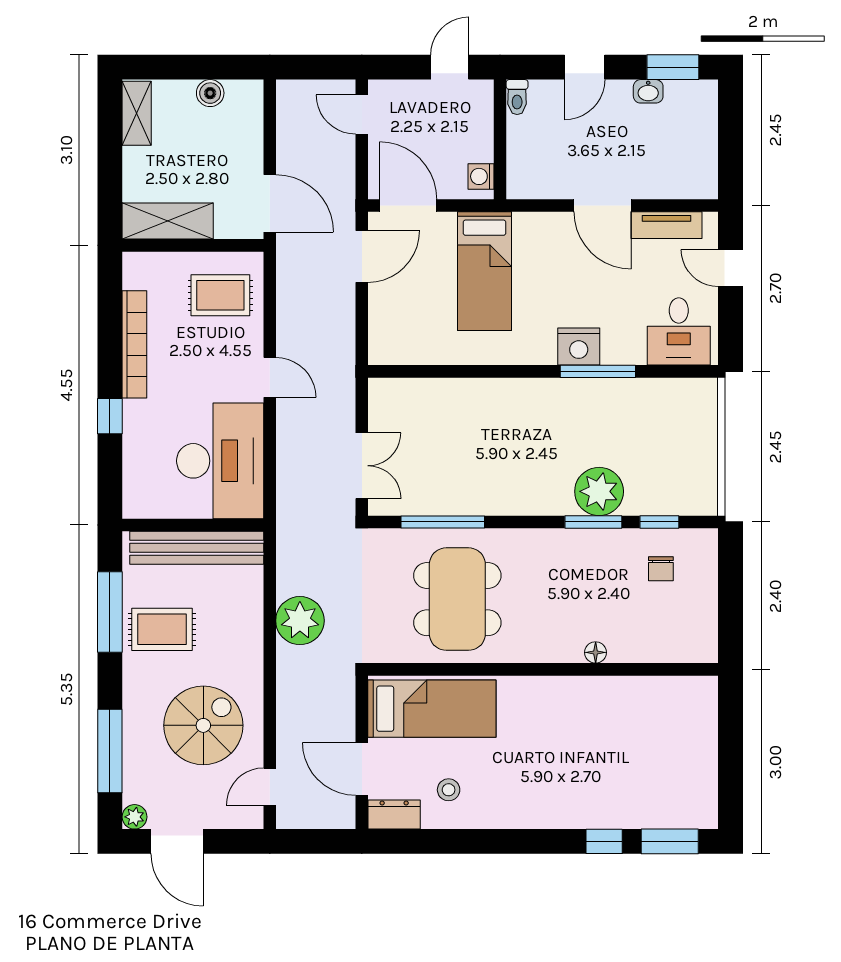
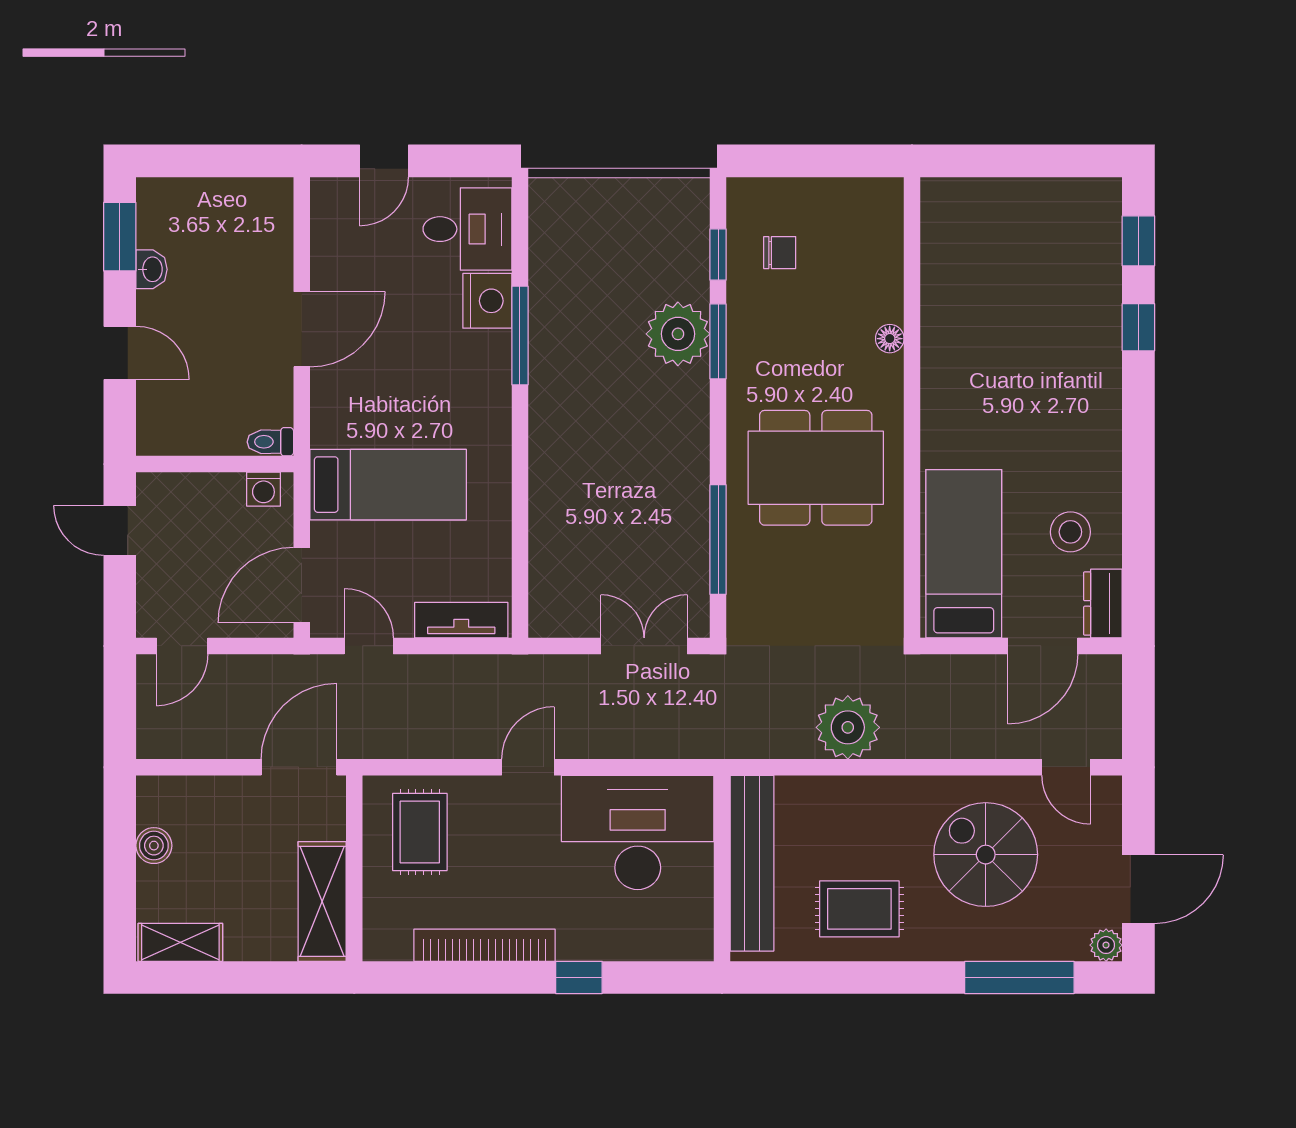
toilet: (517, 97) -> (270, 442), moved, turned 180
tv unit: (667, 225) -> (461, 620), moved, turned -90
door: (362, 256) -> (369, 646), width x0.73
nightstand: (579, 347) -> (487, 301), moved
dining table: (457, 599) -> (816, 468), moved
window: (110, 612) -> (836, 977), removed
rug: (162, 629) -> (859, 909), turned 90
stool: (449, 790) -> (1070, 532), width x1.37, depth x1.37
window: (670, 841) -> (1138, 241), width x0.67

